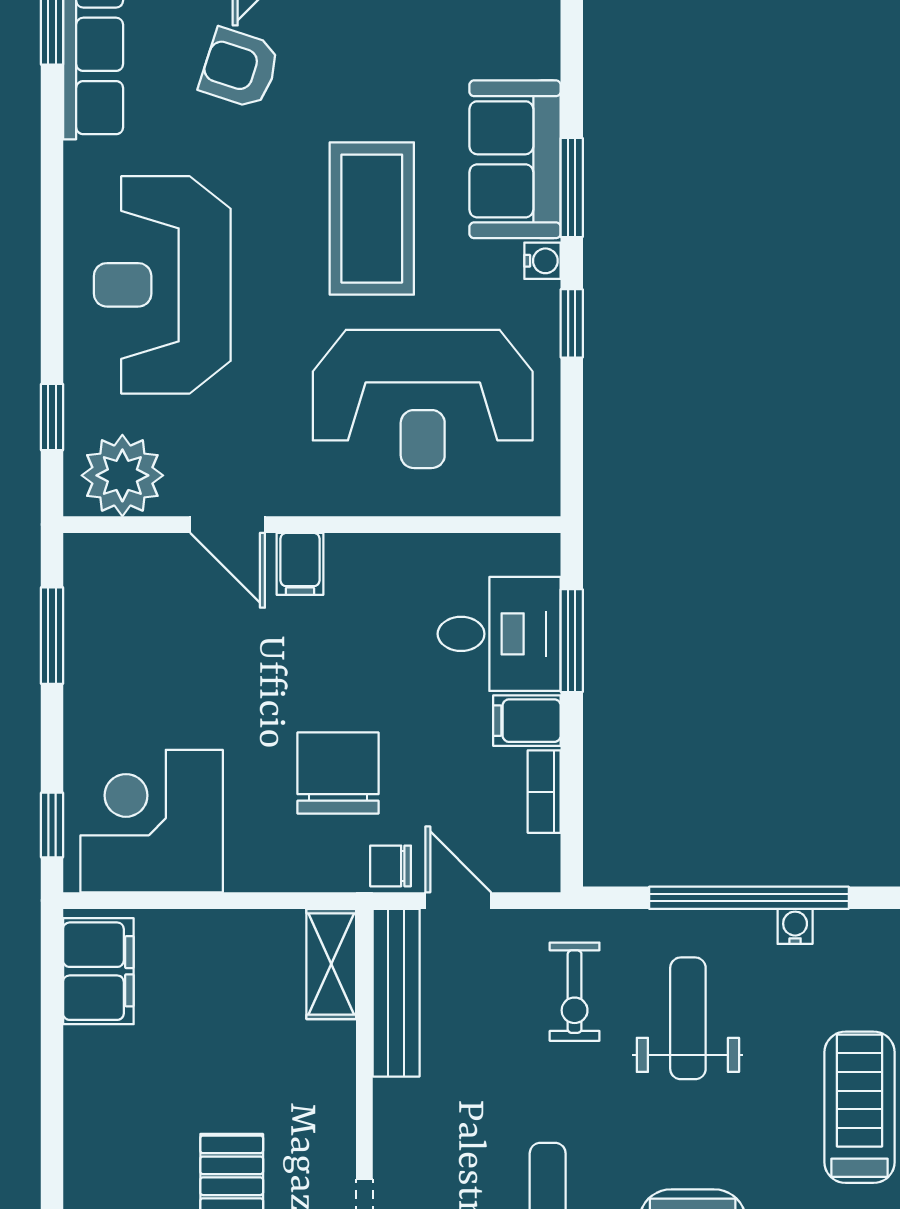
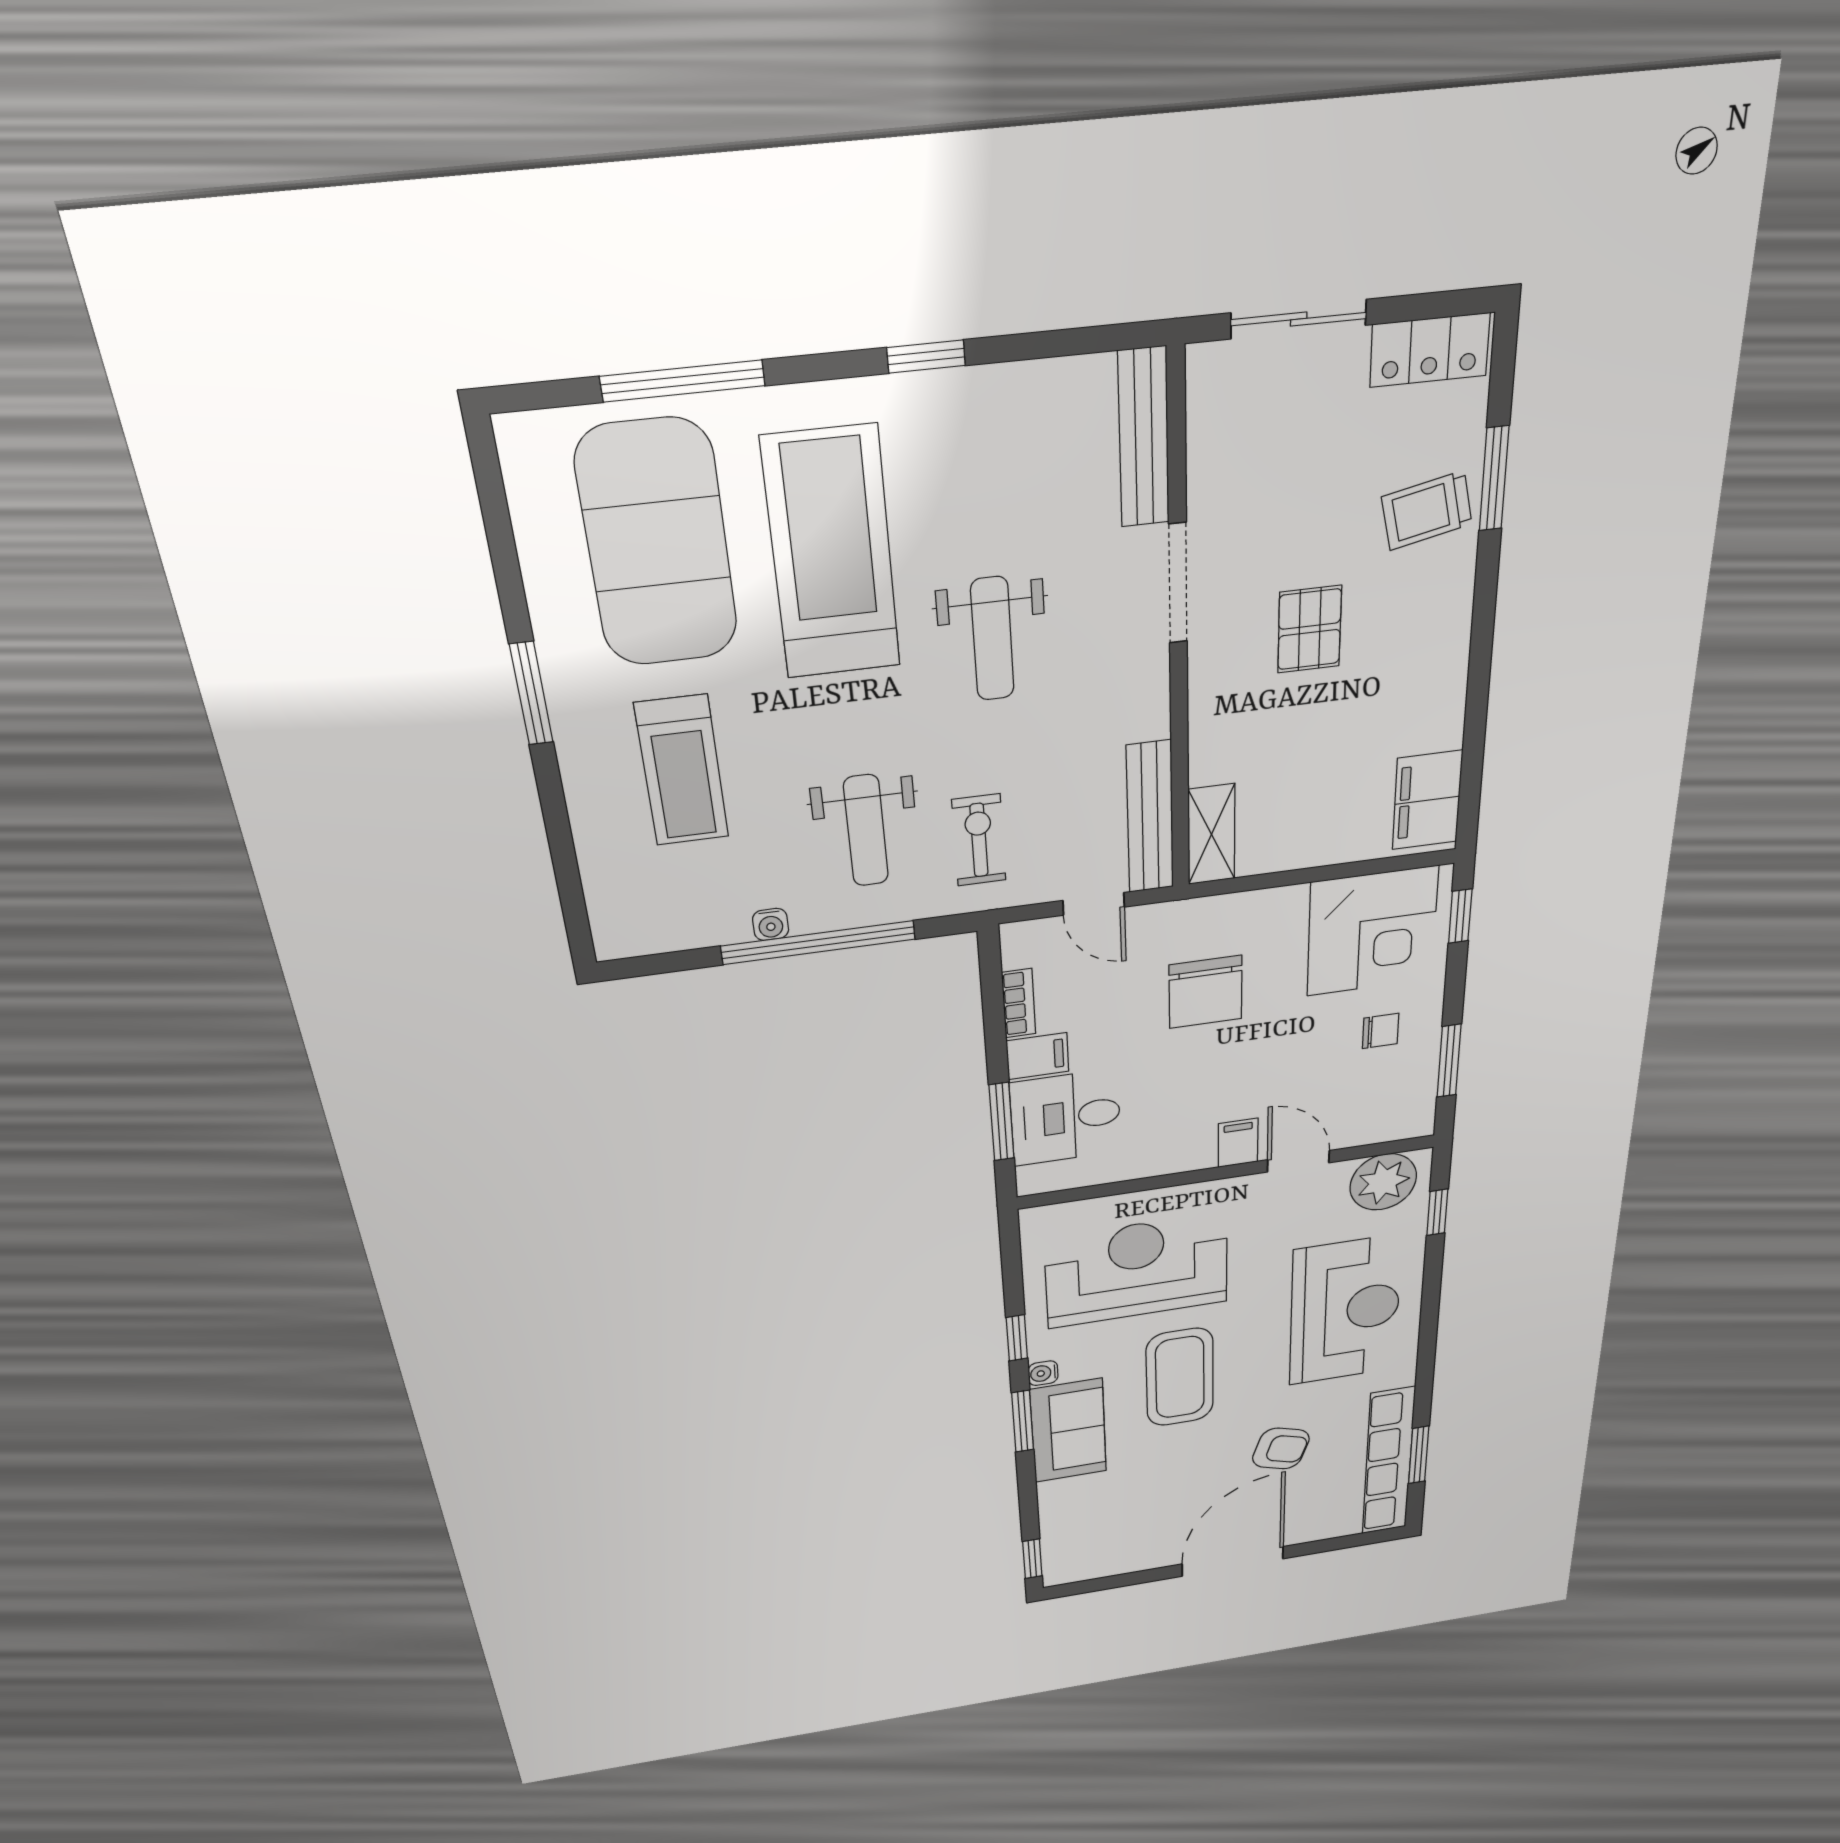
chair: (391, 866) -> (1381, 1031), moved

